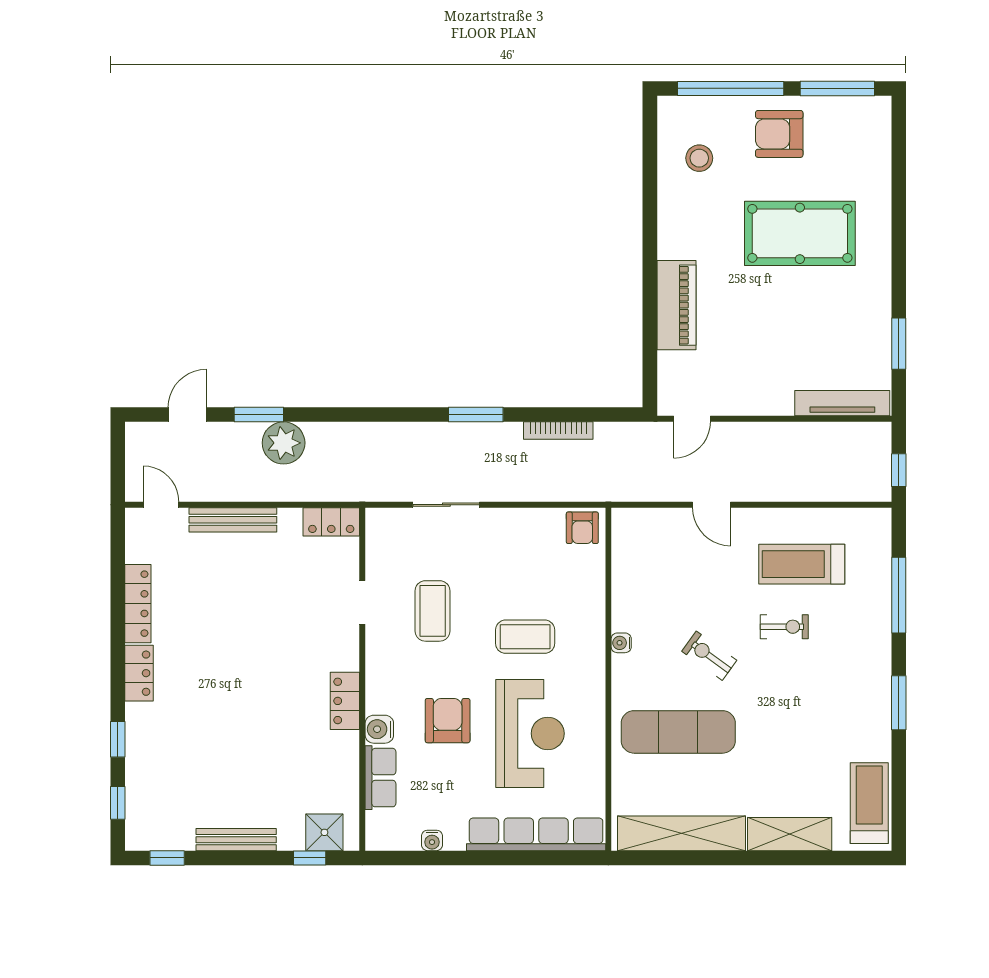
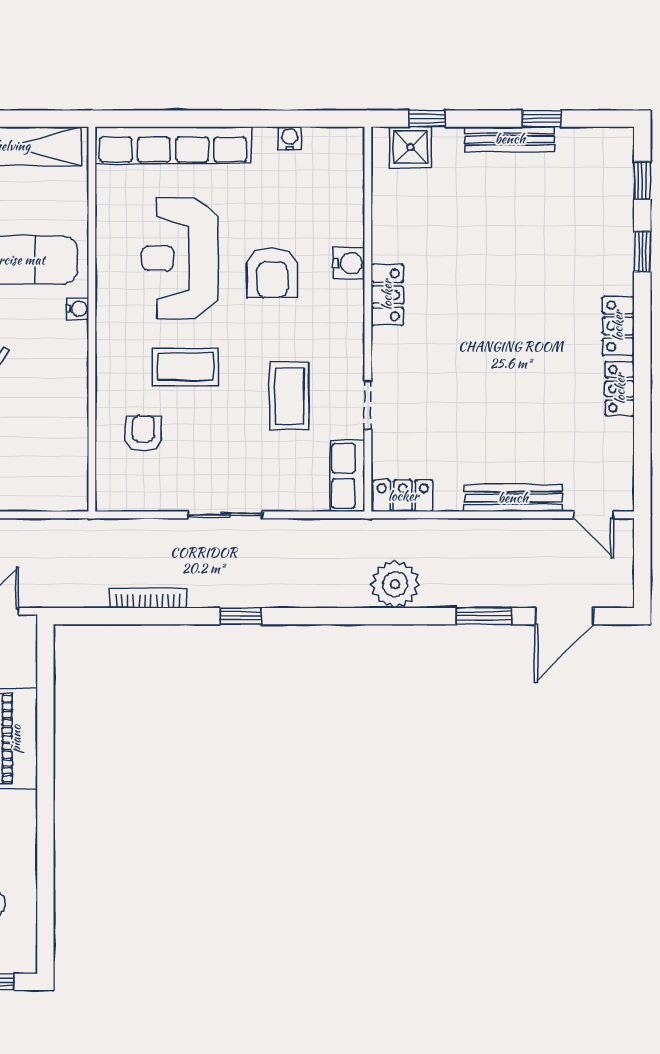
door: (187, 415) -> (564, 616), width x1.38
window: (476, 415) -> (241, 616), width x0.67
plant: (284, 443) -> (395, 584), moved
sliding door: (446, 505) -> (225, 515), moved
armchair: (582, 528) -> (143, 434), moved
locker: (138, 604) -> (620, 389), width x0.66
water cooler: (621, 643) -> (78, 309), moved
row of seats: (381, 778) -> (348, 476), moved
window: (167, 858) -> (542, 119), moved

